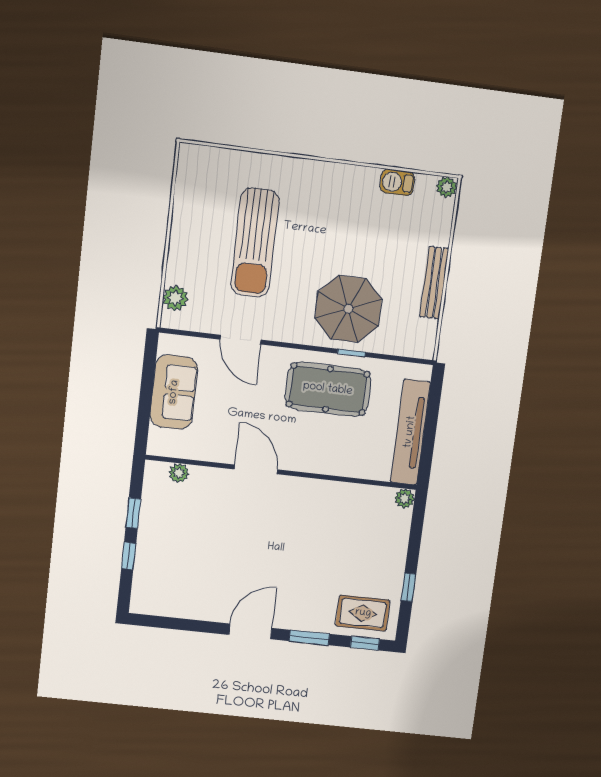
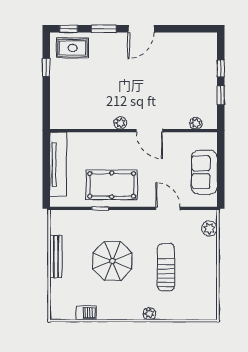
plant: (447, 187) -> (149, 314), moved
sun lounger: (255, 243) -> (166, 267), width x0.73, depth x0.75
parasol: (348, 309) -> (112, 261), moved
plant: (405, 498) -> (120, 123), moved

